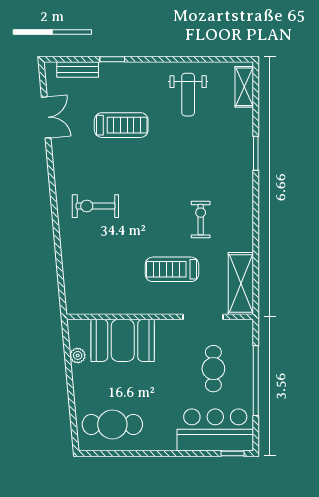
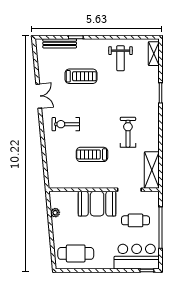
bench: (78, 69) -> (60, 43), width x1.36
double door: (46, 117) -> (39, 96), moved
exercise bike: (201, 220) -> (128, 132), width x1.38, depth x1.39
treadmill: (172, 269) -> (92, 154), moved
booth: (123, 340) -> (97, 204), moved
cafe table: (213, 369) -> (136, 220), turned 90

